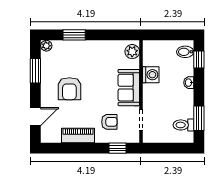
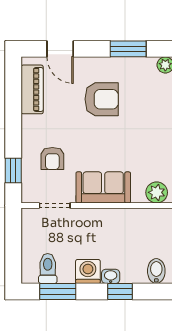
window: (199, 60) -> (120, 291), moved
washing machine: (151, 75) -> (88, 271), moved, turned 180
armchair: (69, 89) -> (102, 99), turned 180
piano: (78, 135) -> (32, 89), moved

